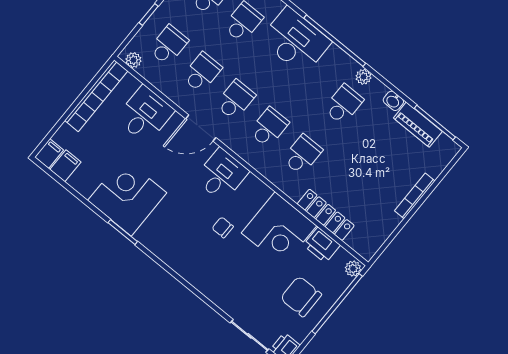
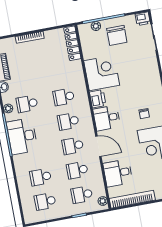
desk: (295, 41) -> (22, 136), moved
locker: (326, 215) -> (72, 43), moved
chair: (223, 227) -> (144, 114), moved
printer: (322, 245) -> (98, 99), moved
plant: (353, 269) -> (96, 26), moved

